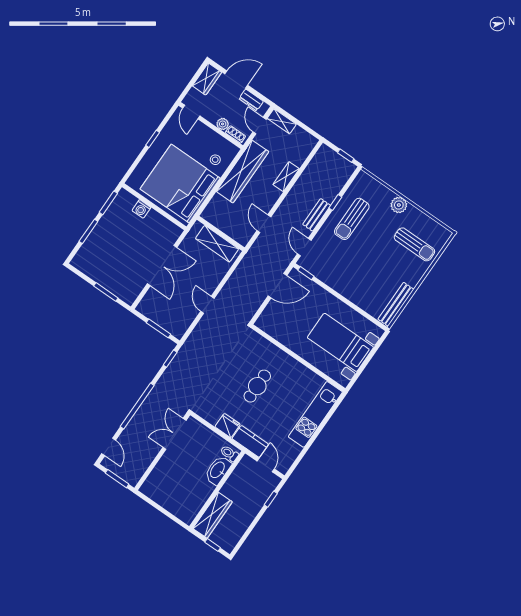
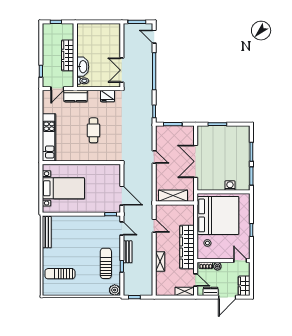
plant: (399, 205) -> (115, 290), moved
door: (277, 286) -> (122, 196), swing flipped
fridge: (228, 426) -> (108, 96), moved
double door: (174, 434) -> (122, 70), swing flipped
door: (266, 465) -> (57, 89), hinge flipped
wardrobe: (213, 515) -> (68, 55), moved

